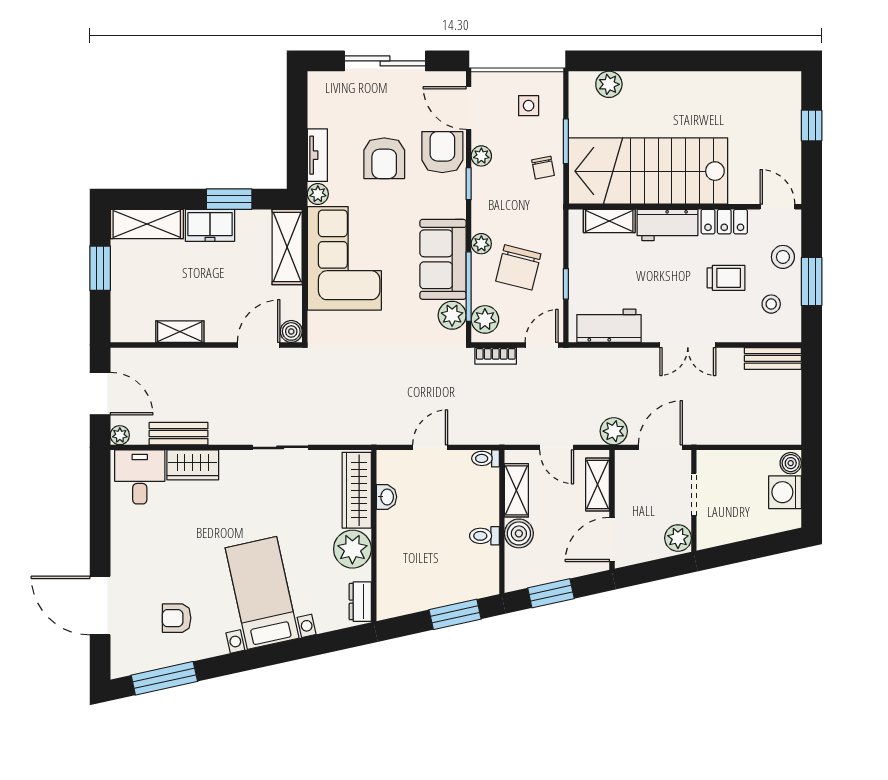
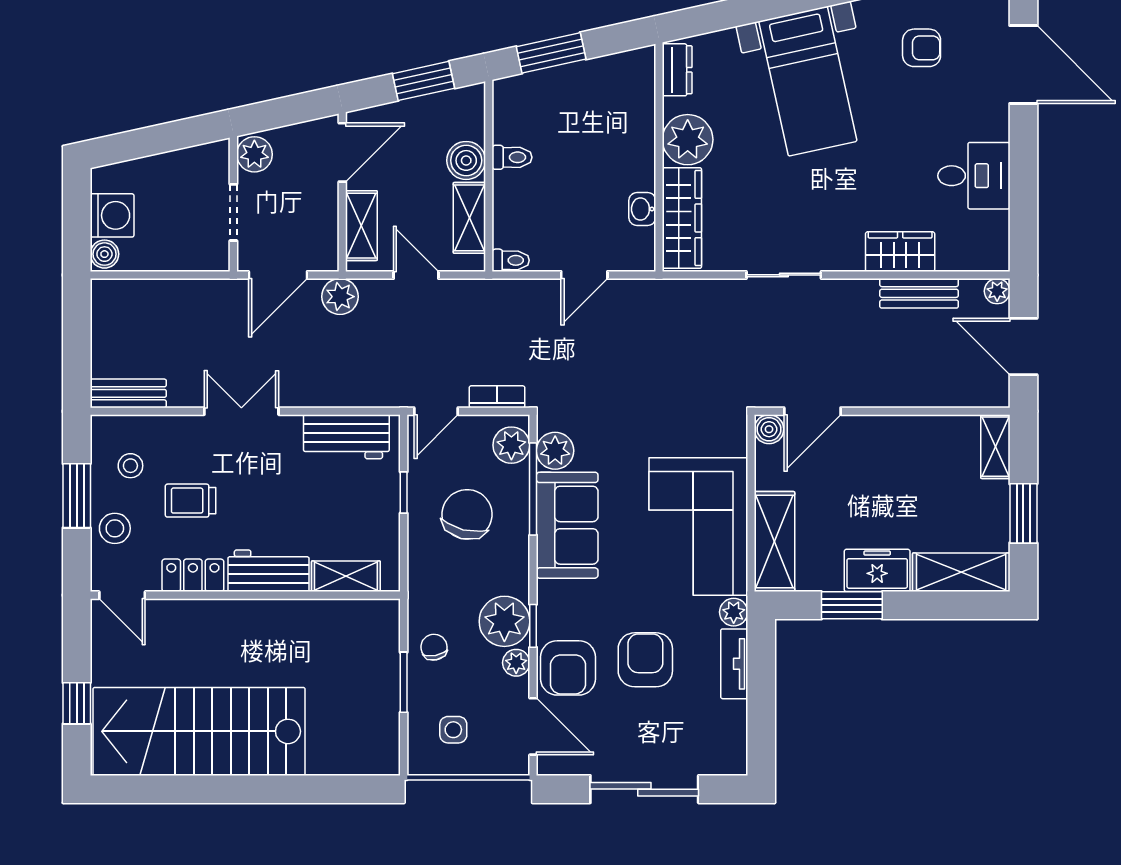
plant: (609, 84) -> (346, 758), removed
stairs: (648, 171) -> (199, 731), moved, turned 180
plant: (481, 244) -> (504, 621), moved, width x1.88, depth x1.88
shelving: (180, 332) -> (995, 447), moved, turned 90
desk: (140, 477) -> (974, 176), moved, turned -90

